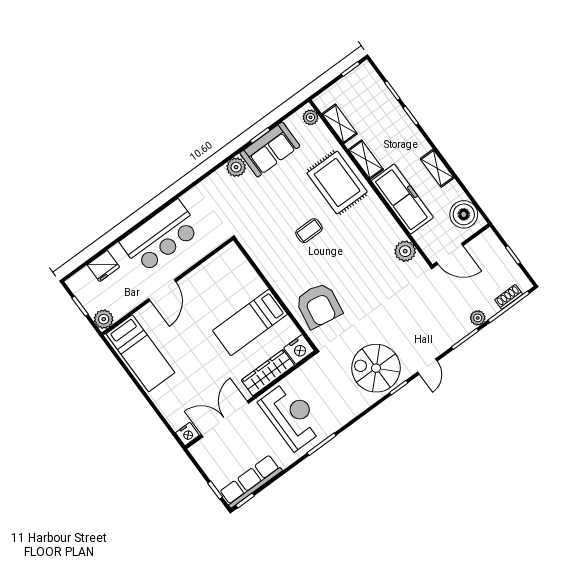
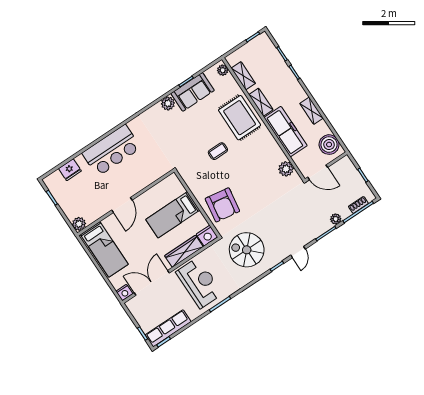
wall: (167, 286) -> (126, 202), moved
door: (162, 290) -> (122, 205), moved
plant: (104, 319) -> (79, 224), moved
bed: (140, 353) -> (104, 249), moved
spiral stairs: (376, 368) -> (247, 250), moved

